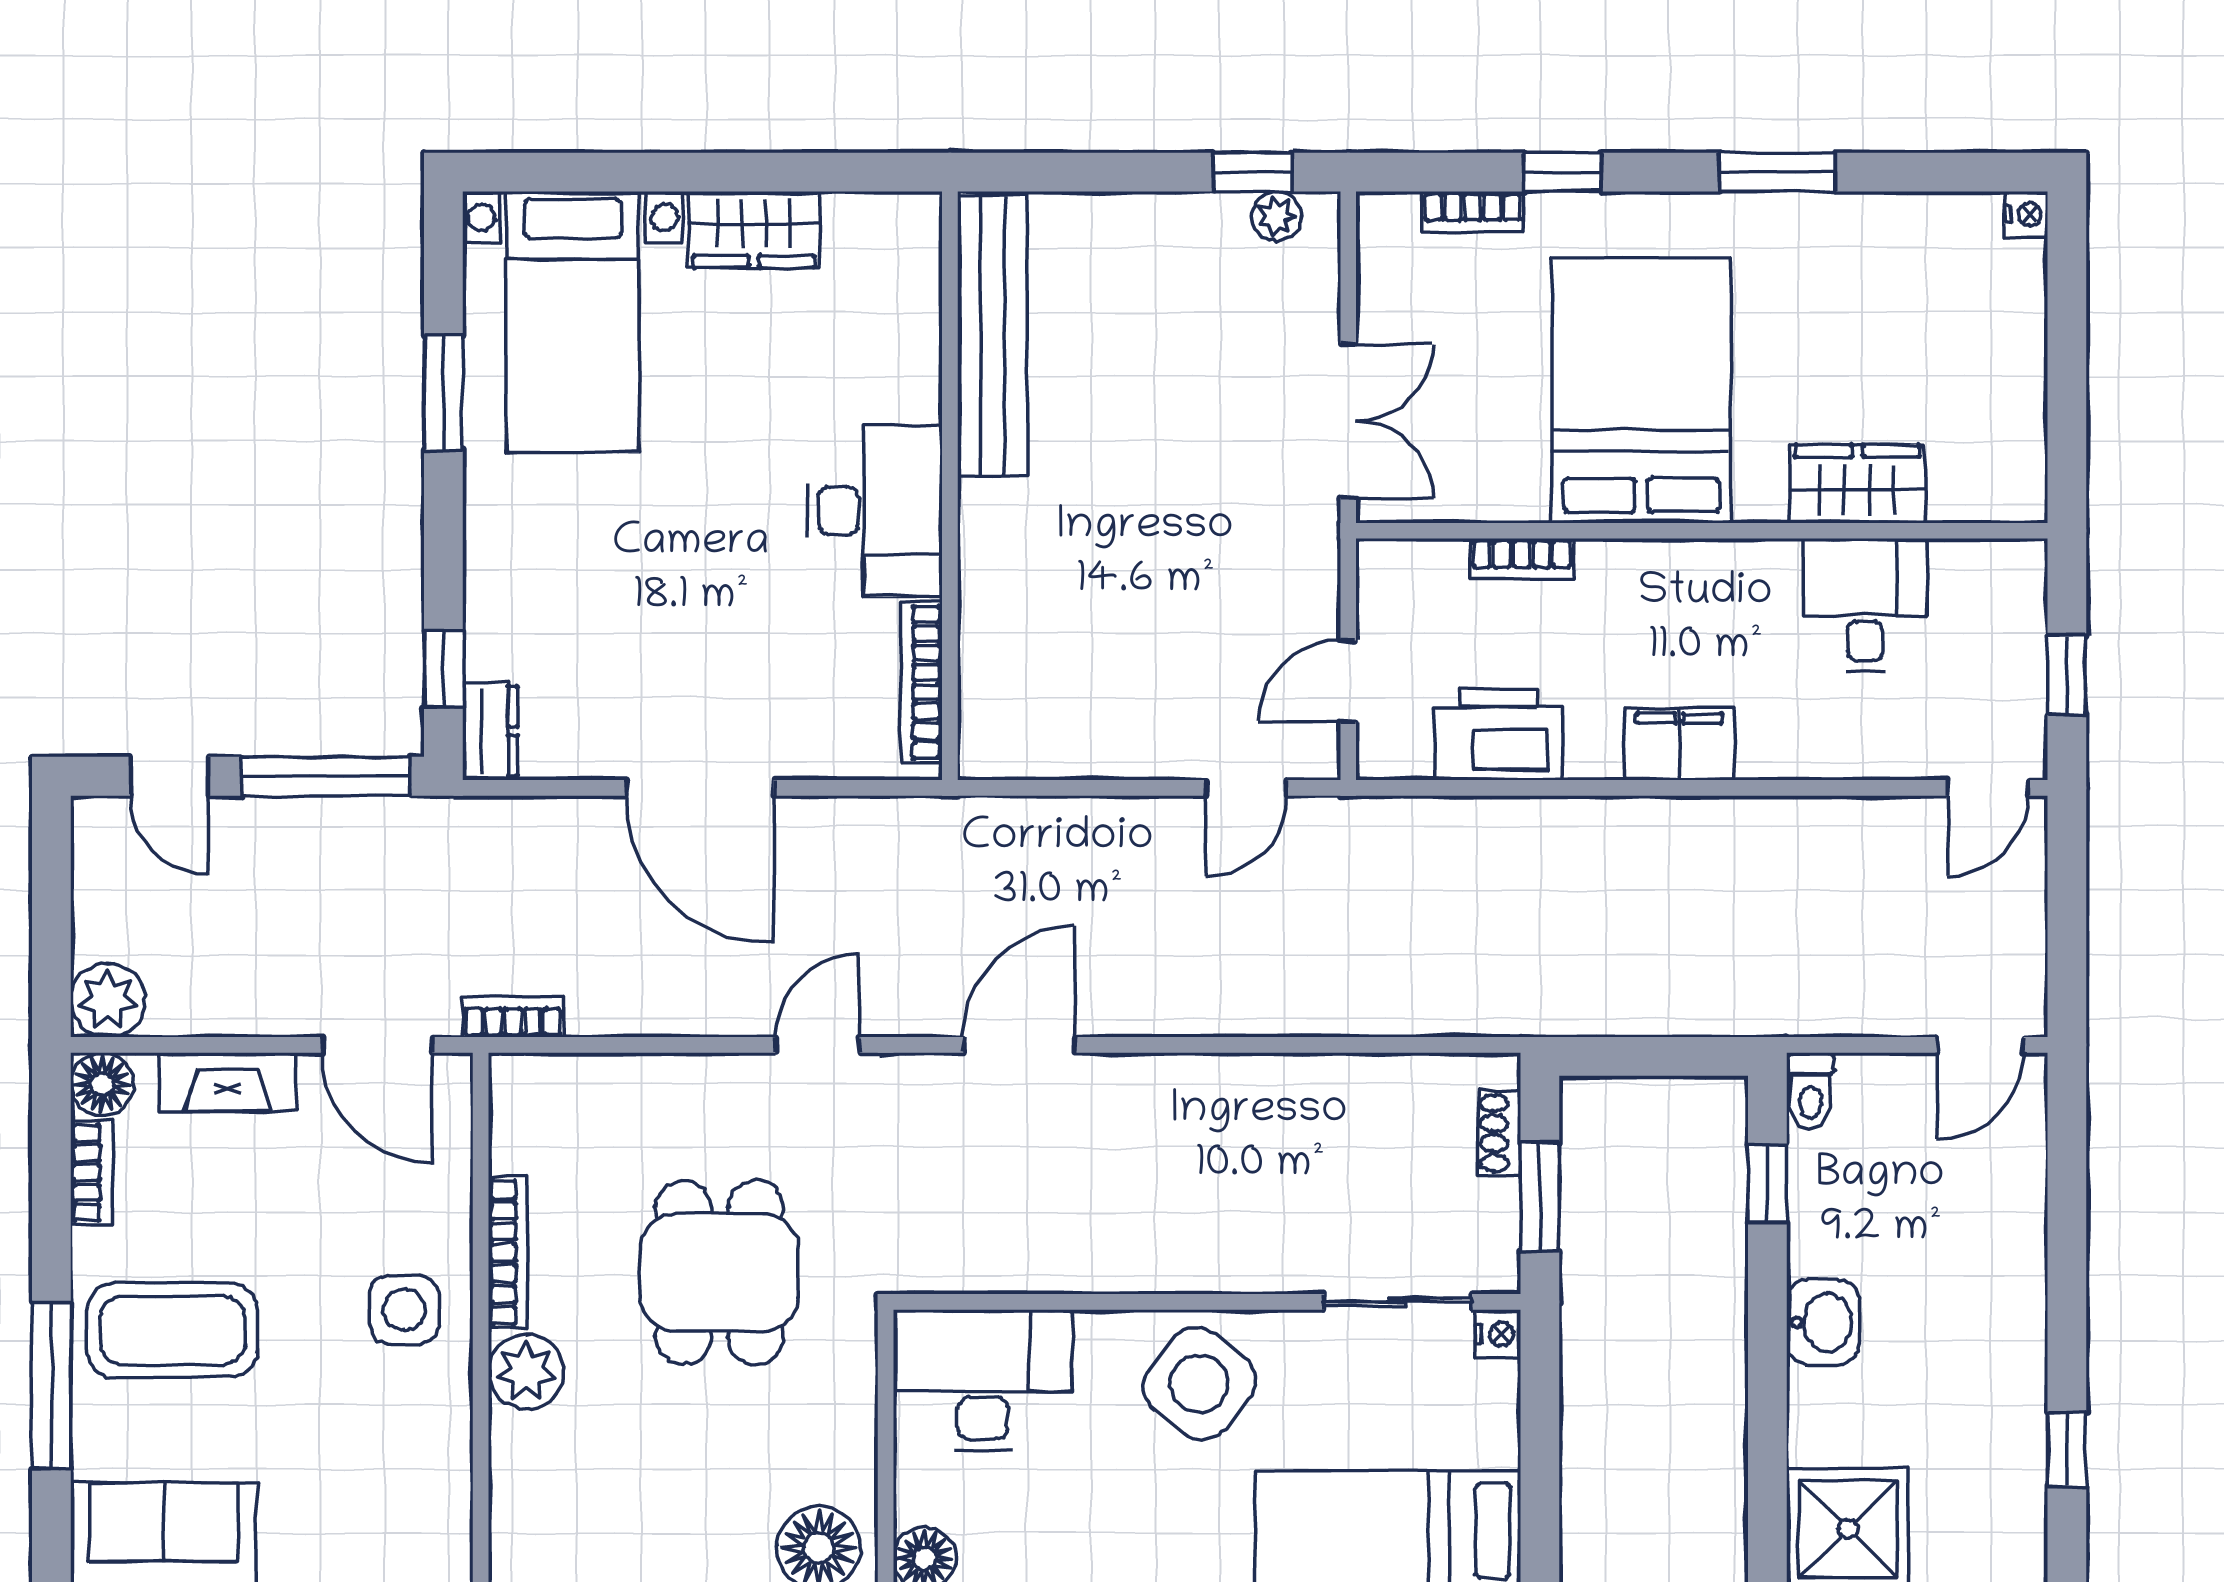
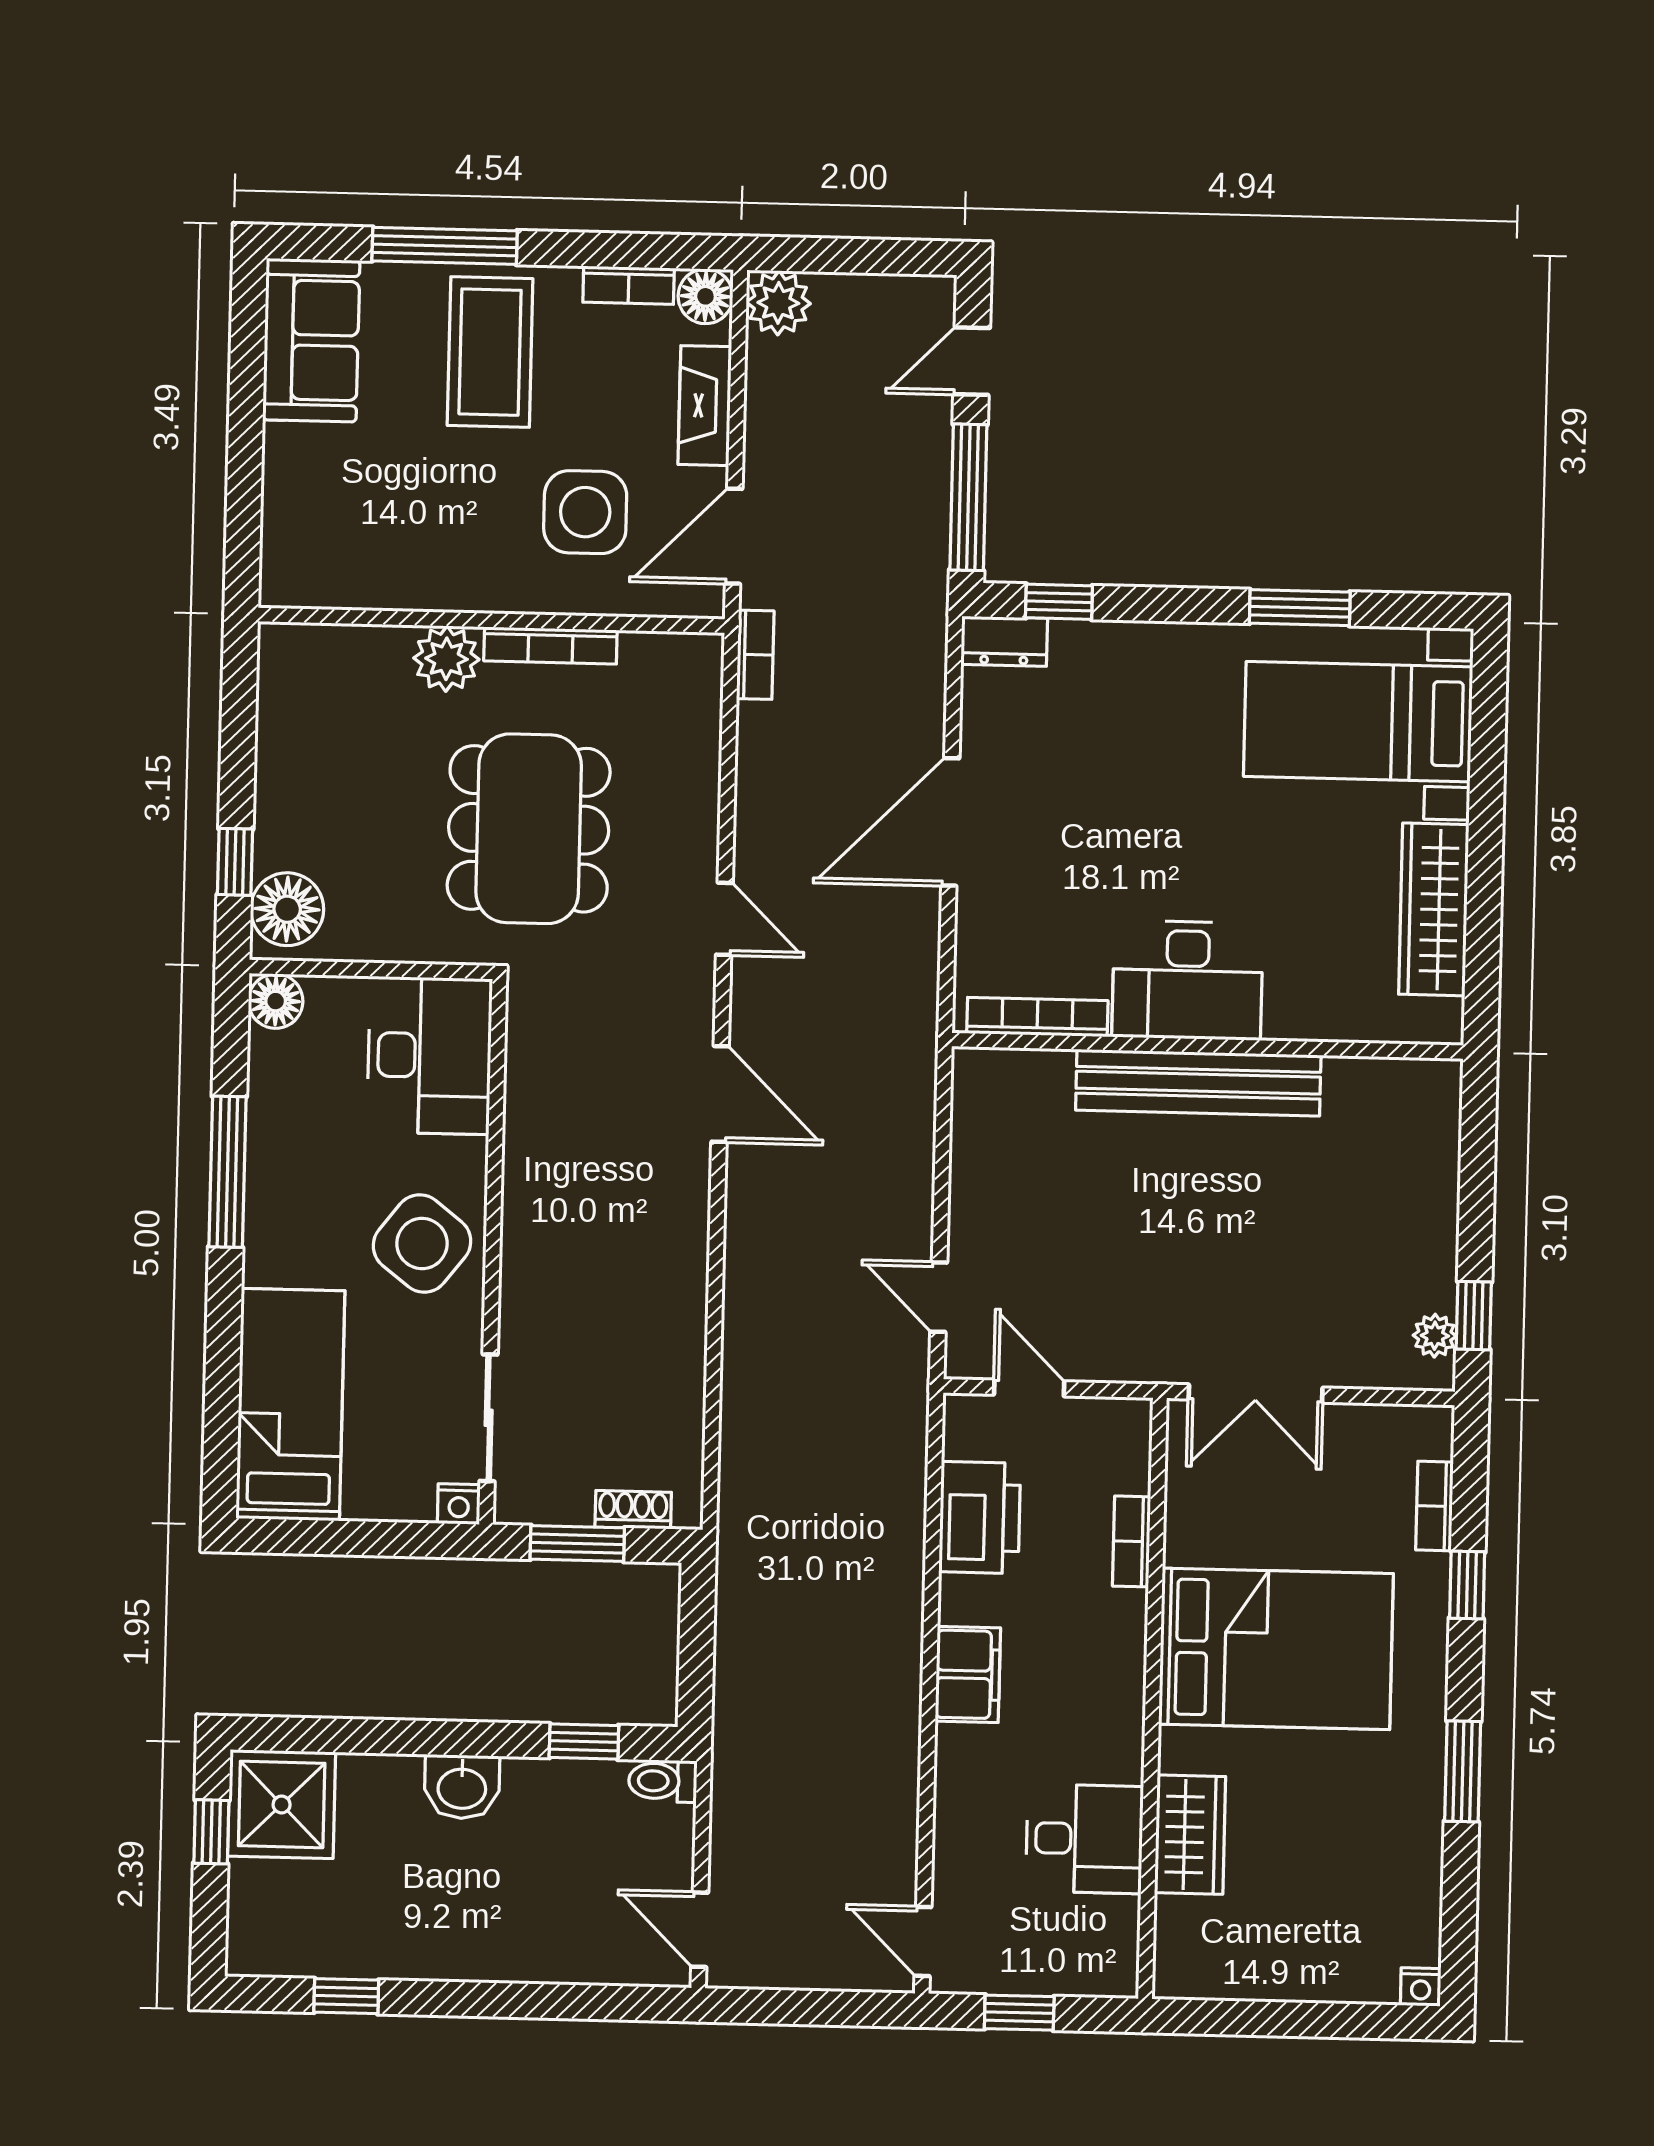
wardrobe: (754, 230) -> (1434, 909), width x1.50
bench: (992, 336) -> (1198, 1083), moved
dining table: (719, 1272) -> (529, 829), width x1.38
side table: (404, 1310) -> (585, 512), moved, width x1.37, depth x1.37

